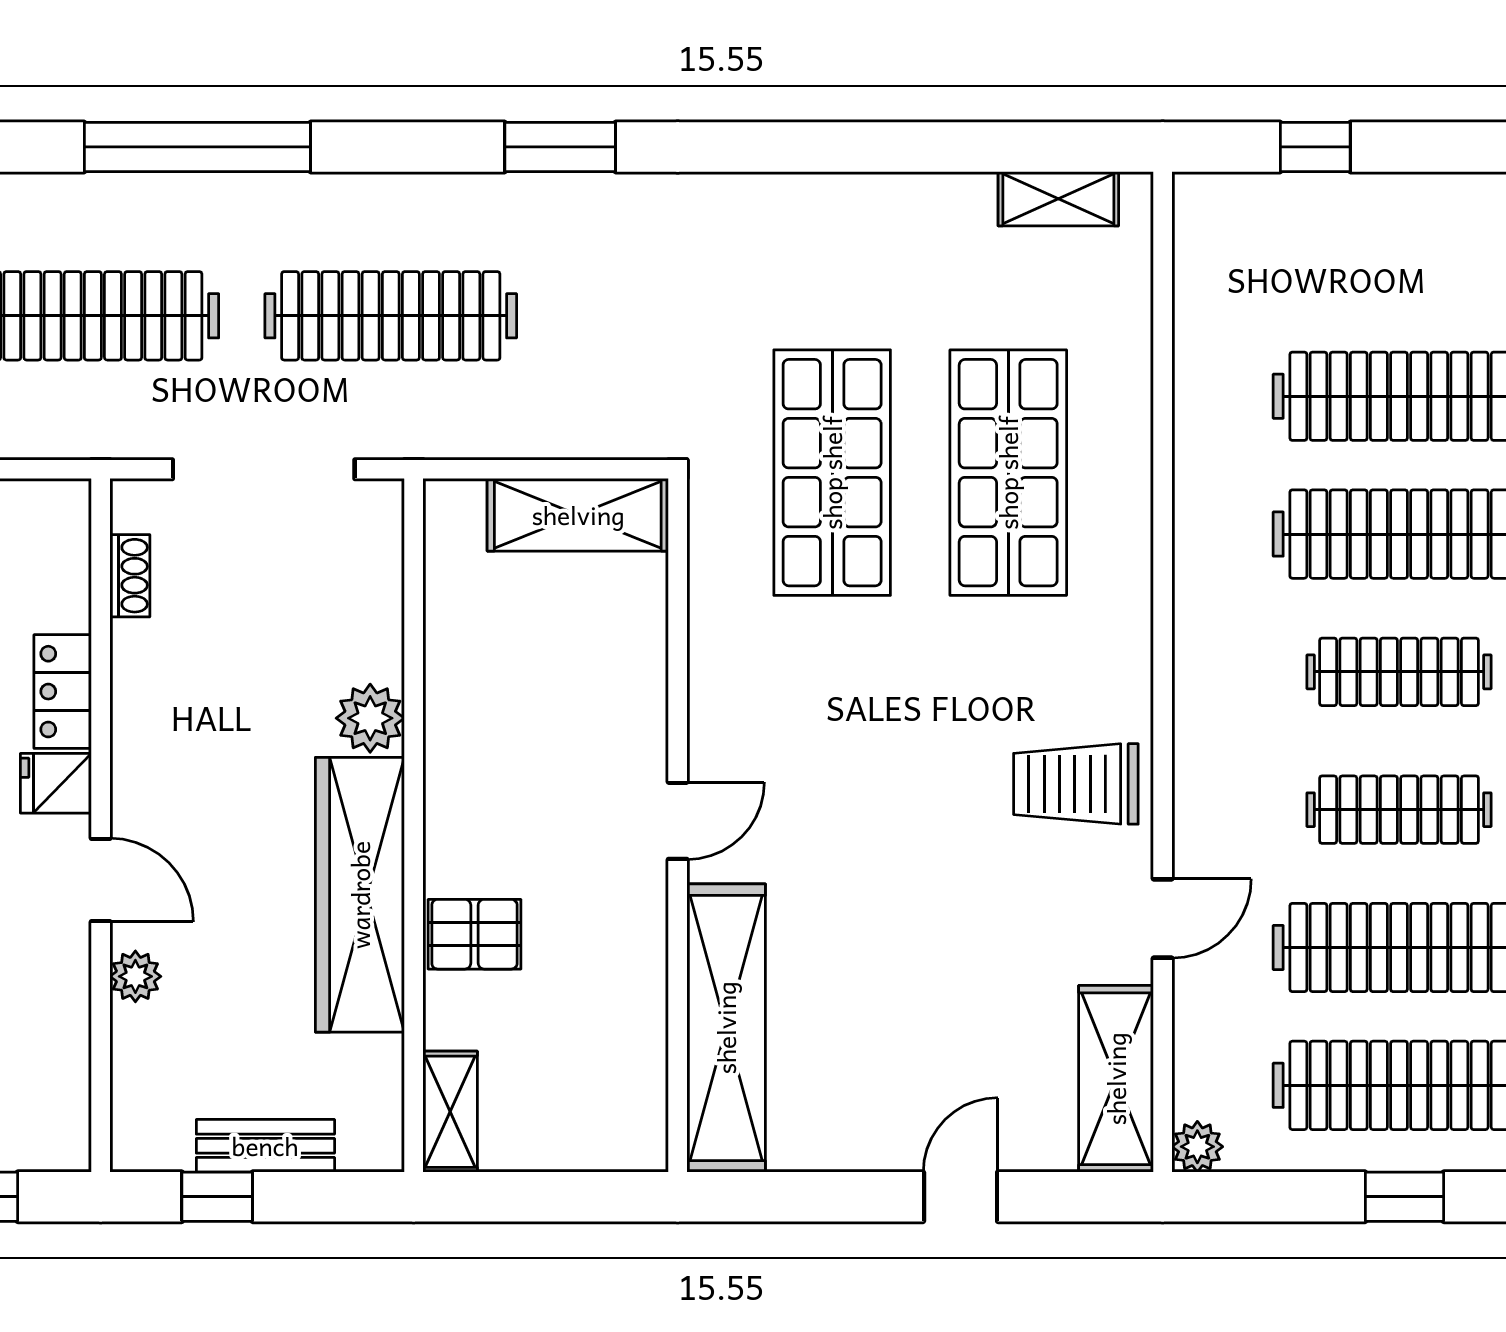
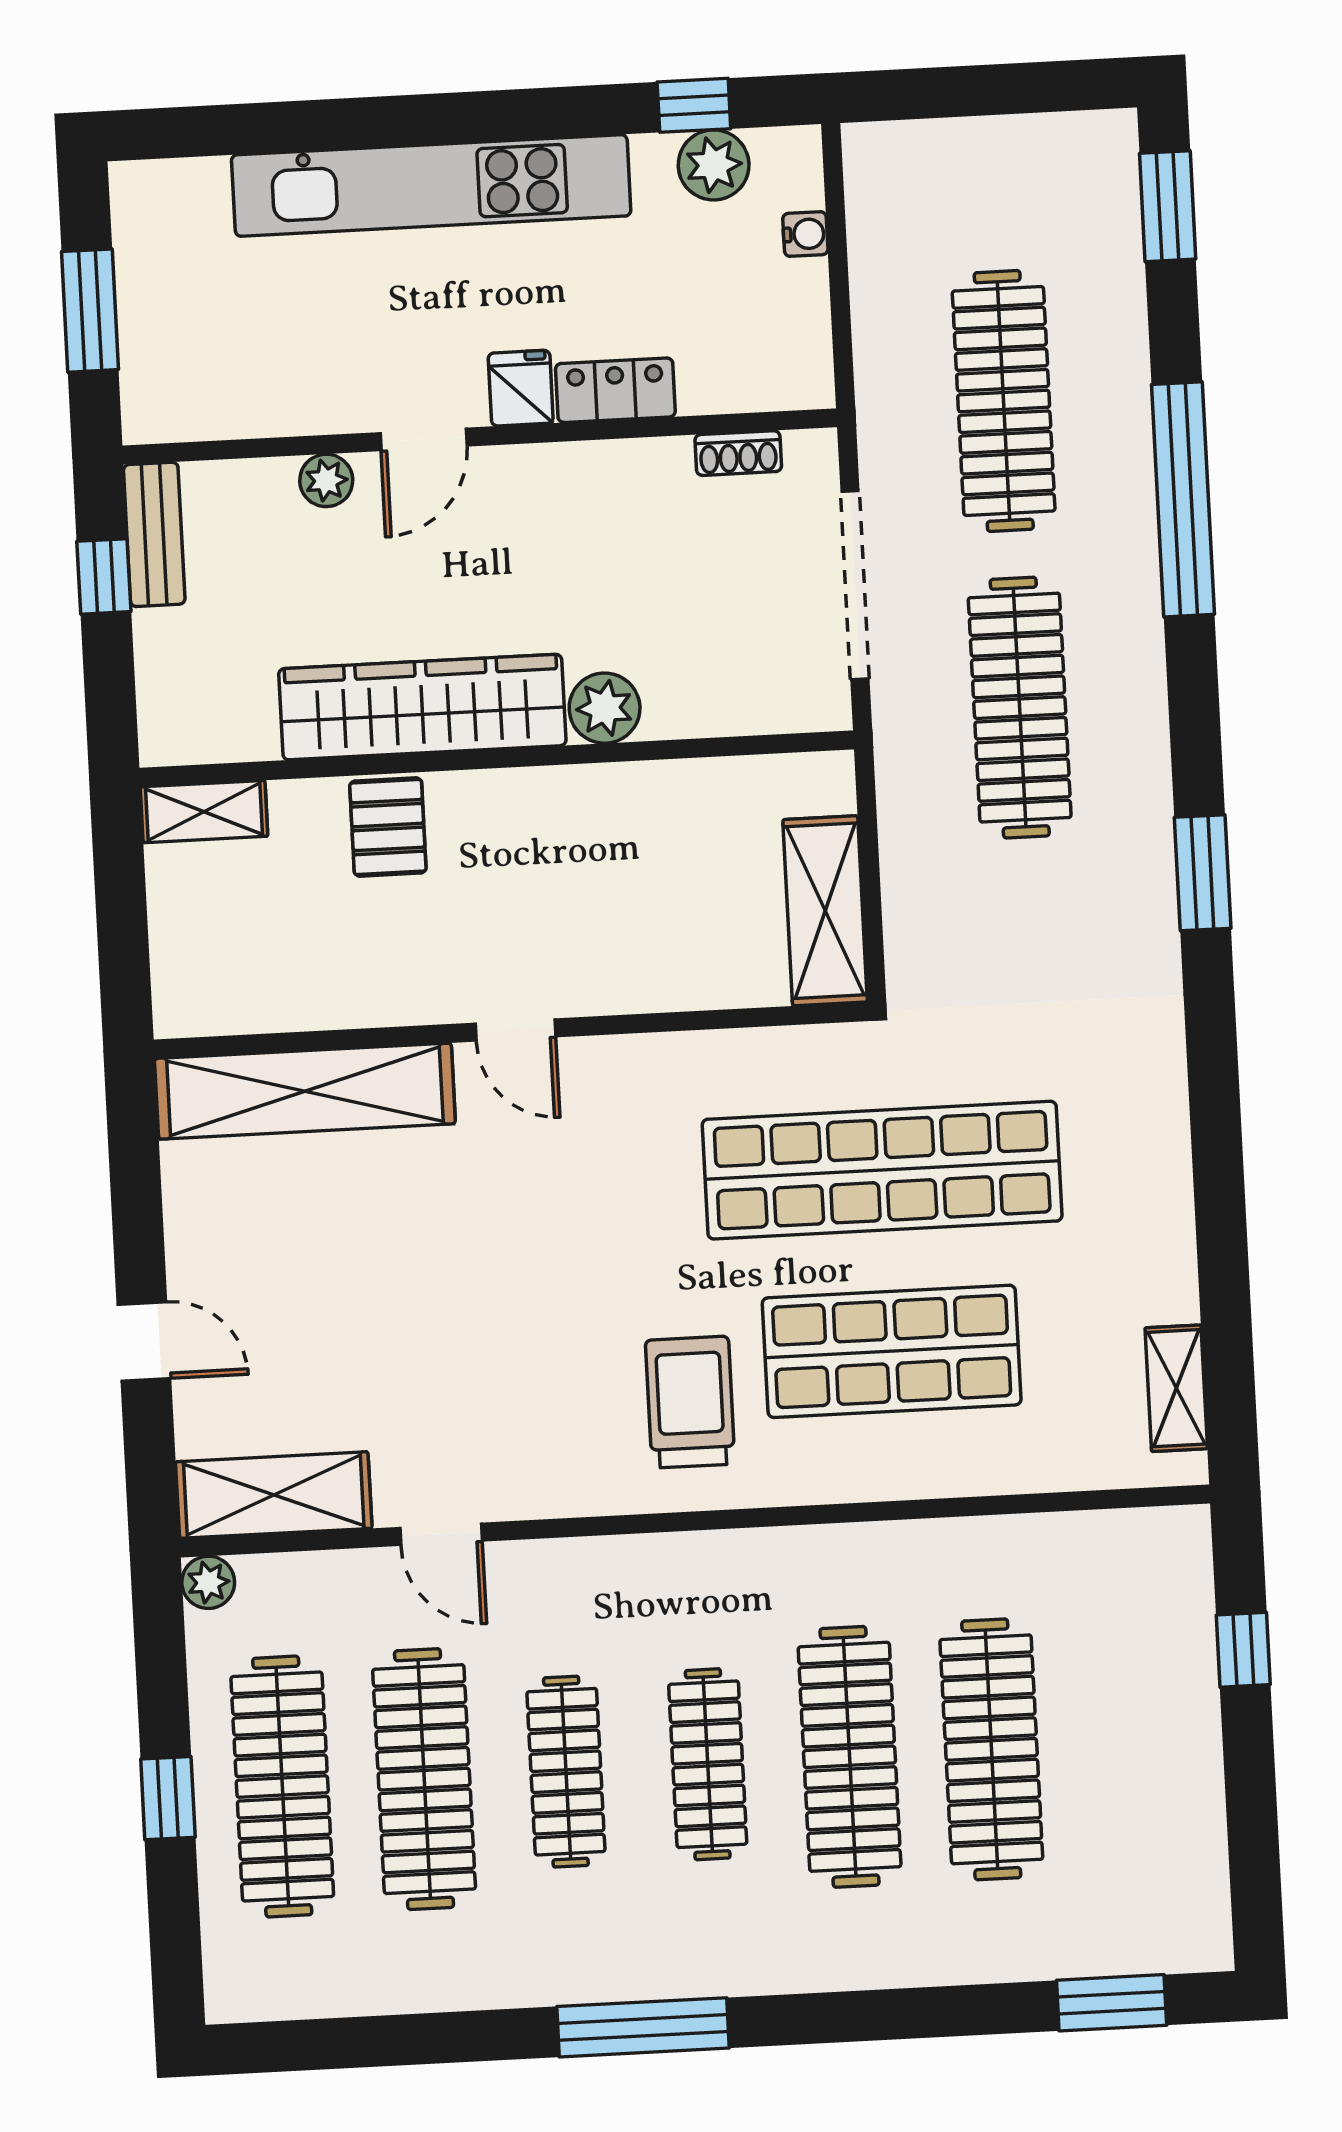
shop shelf: (832, 473) -> (882, 1170), width x1.40
trolley: (1076, 784) -> (690, 1402), moved
bench: (265, 1146) -> (154, 534), moved

